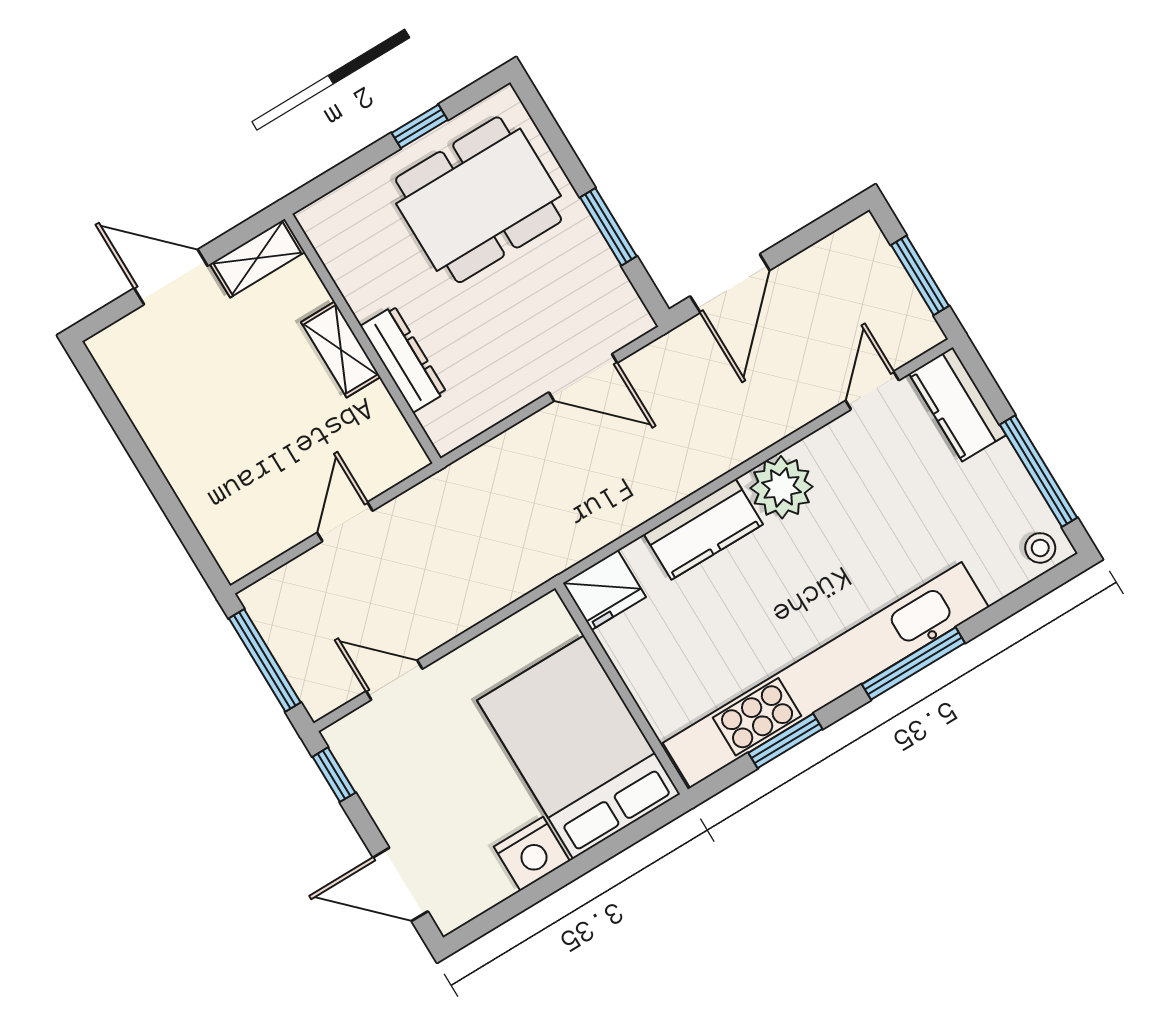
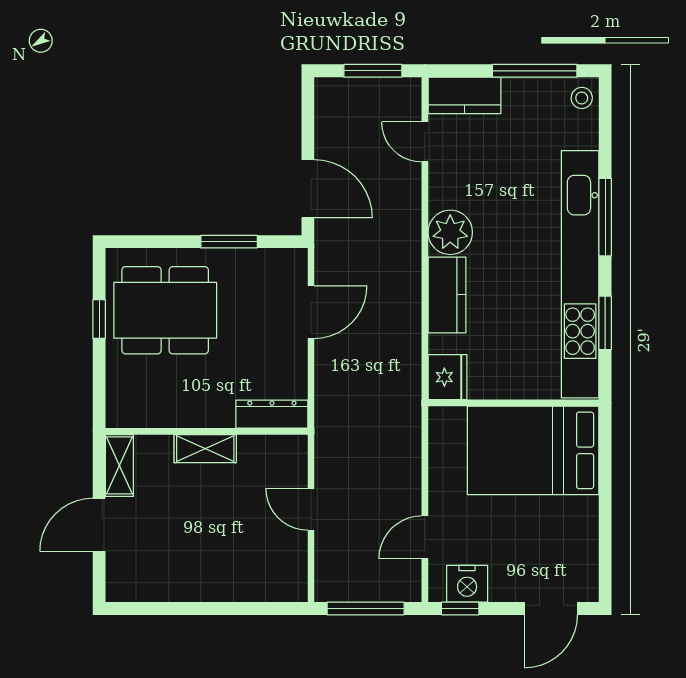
dining table: (479, 200) -> (165, 310), turned 90
dresser: (403, 359) -> (272, 414), moved
nightstand: (532, 854) -> (467, 584), moved, turned 90

